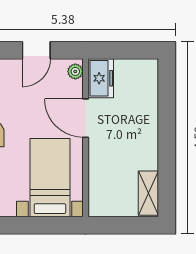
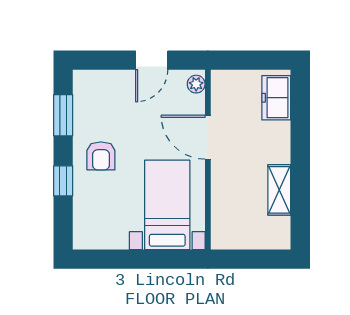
freezer: (101, 78) -> (276, 98), moved, turned 180
shelving: (148, 193) -> (279, 190), moved

